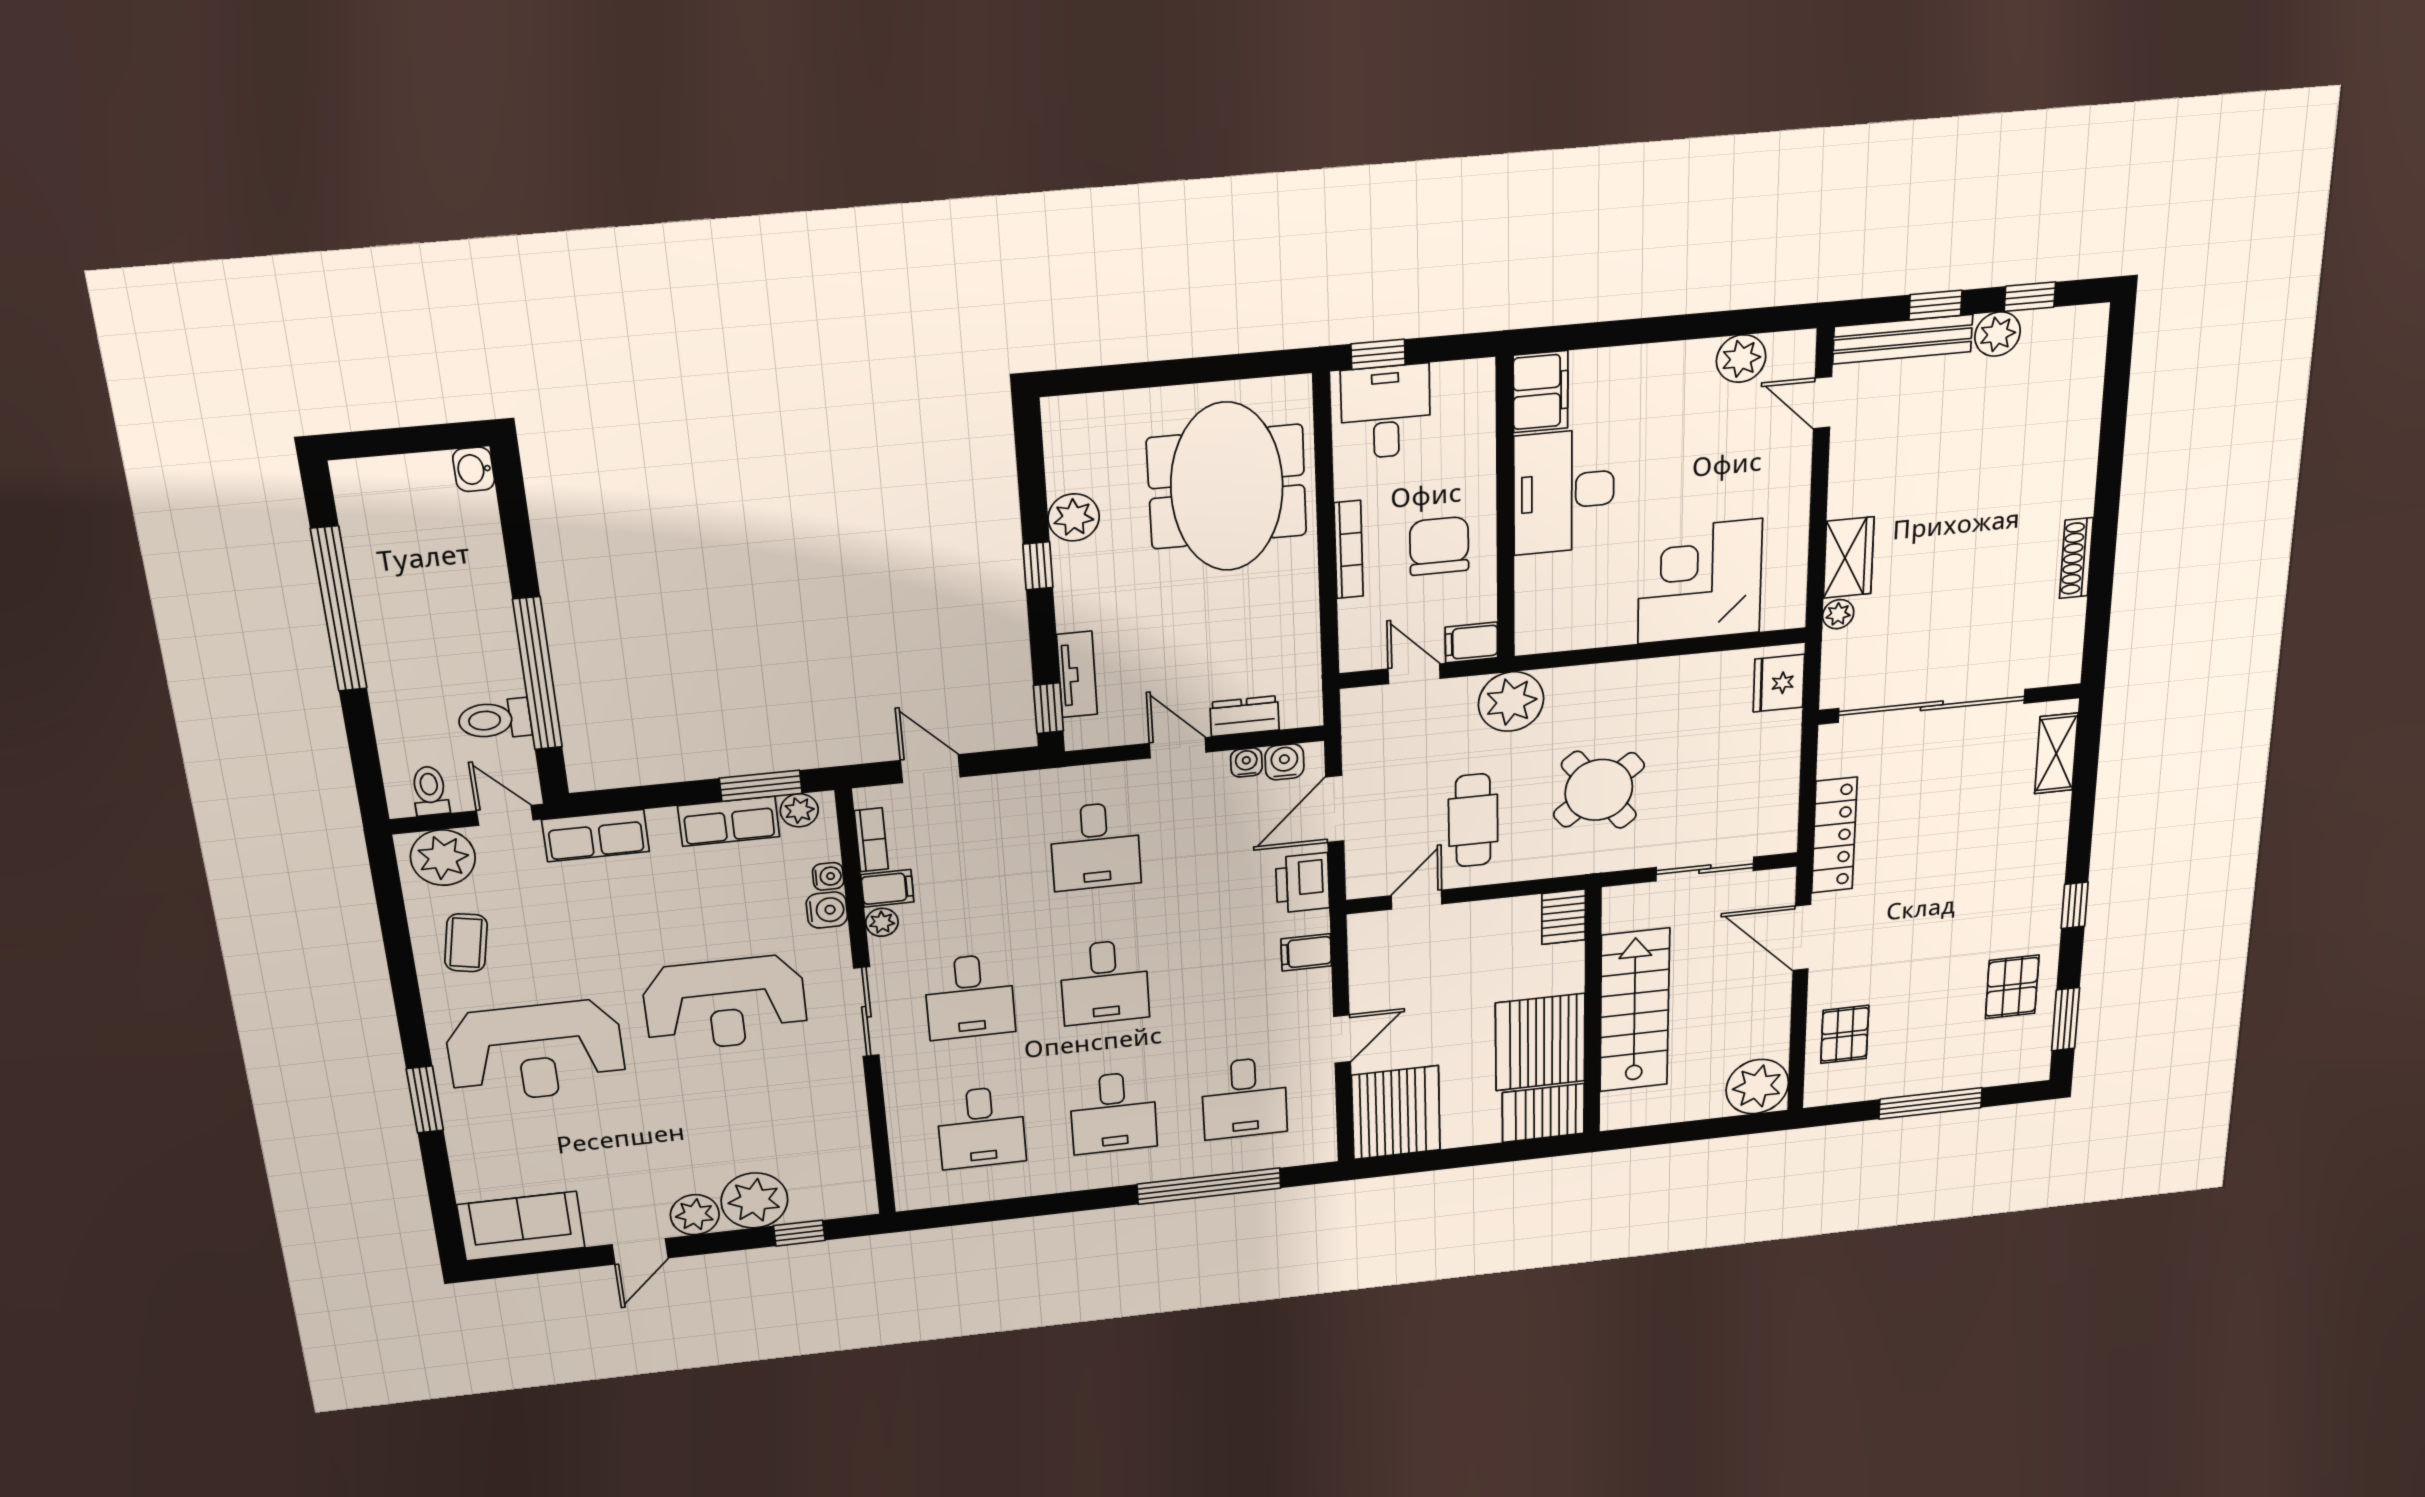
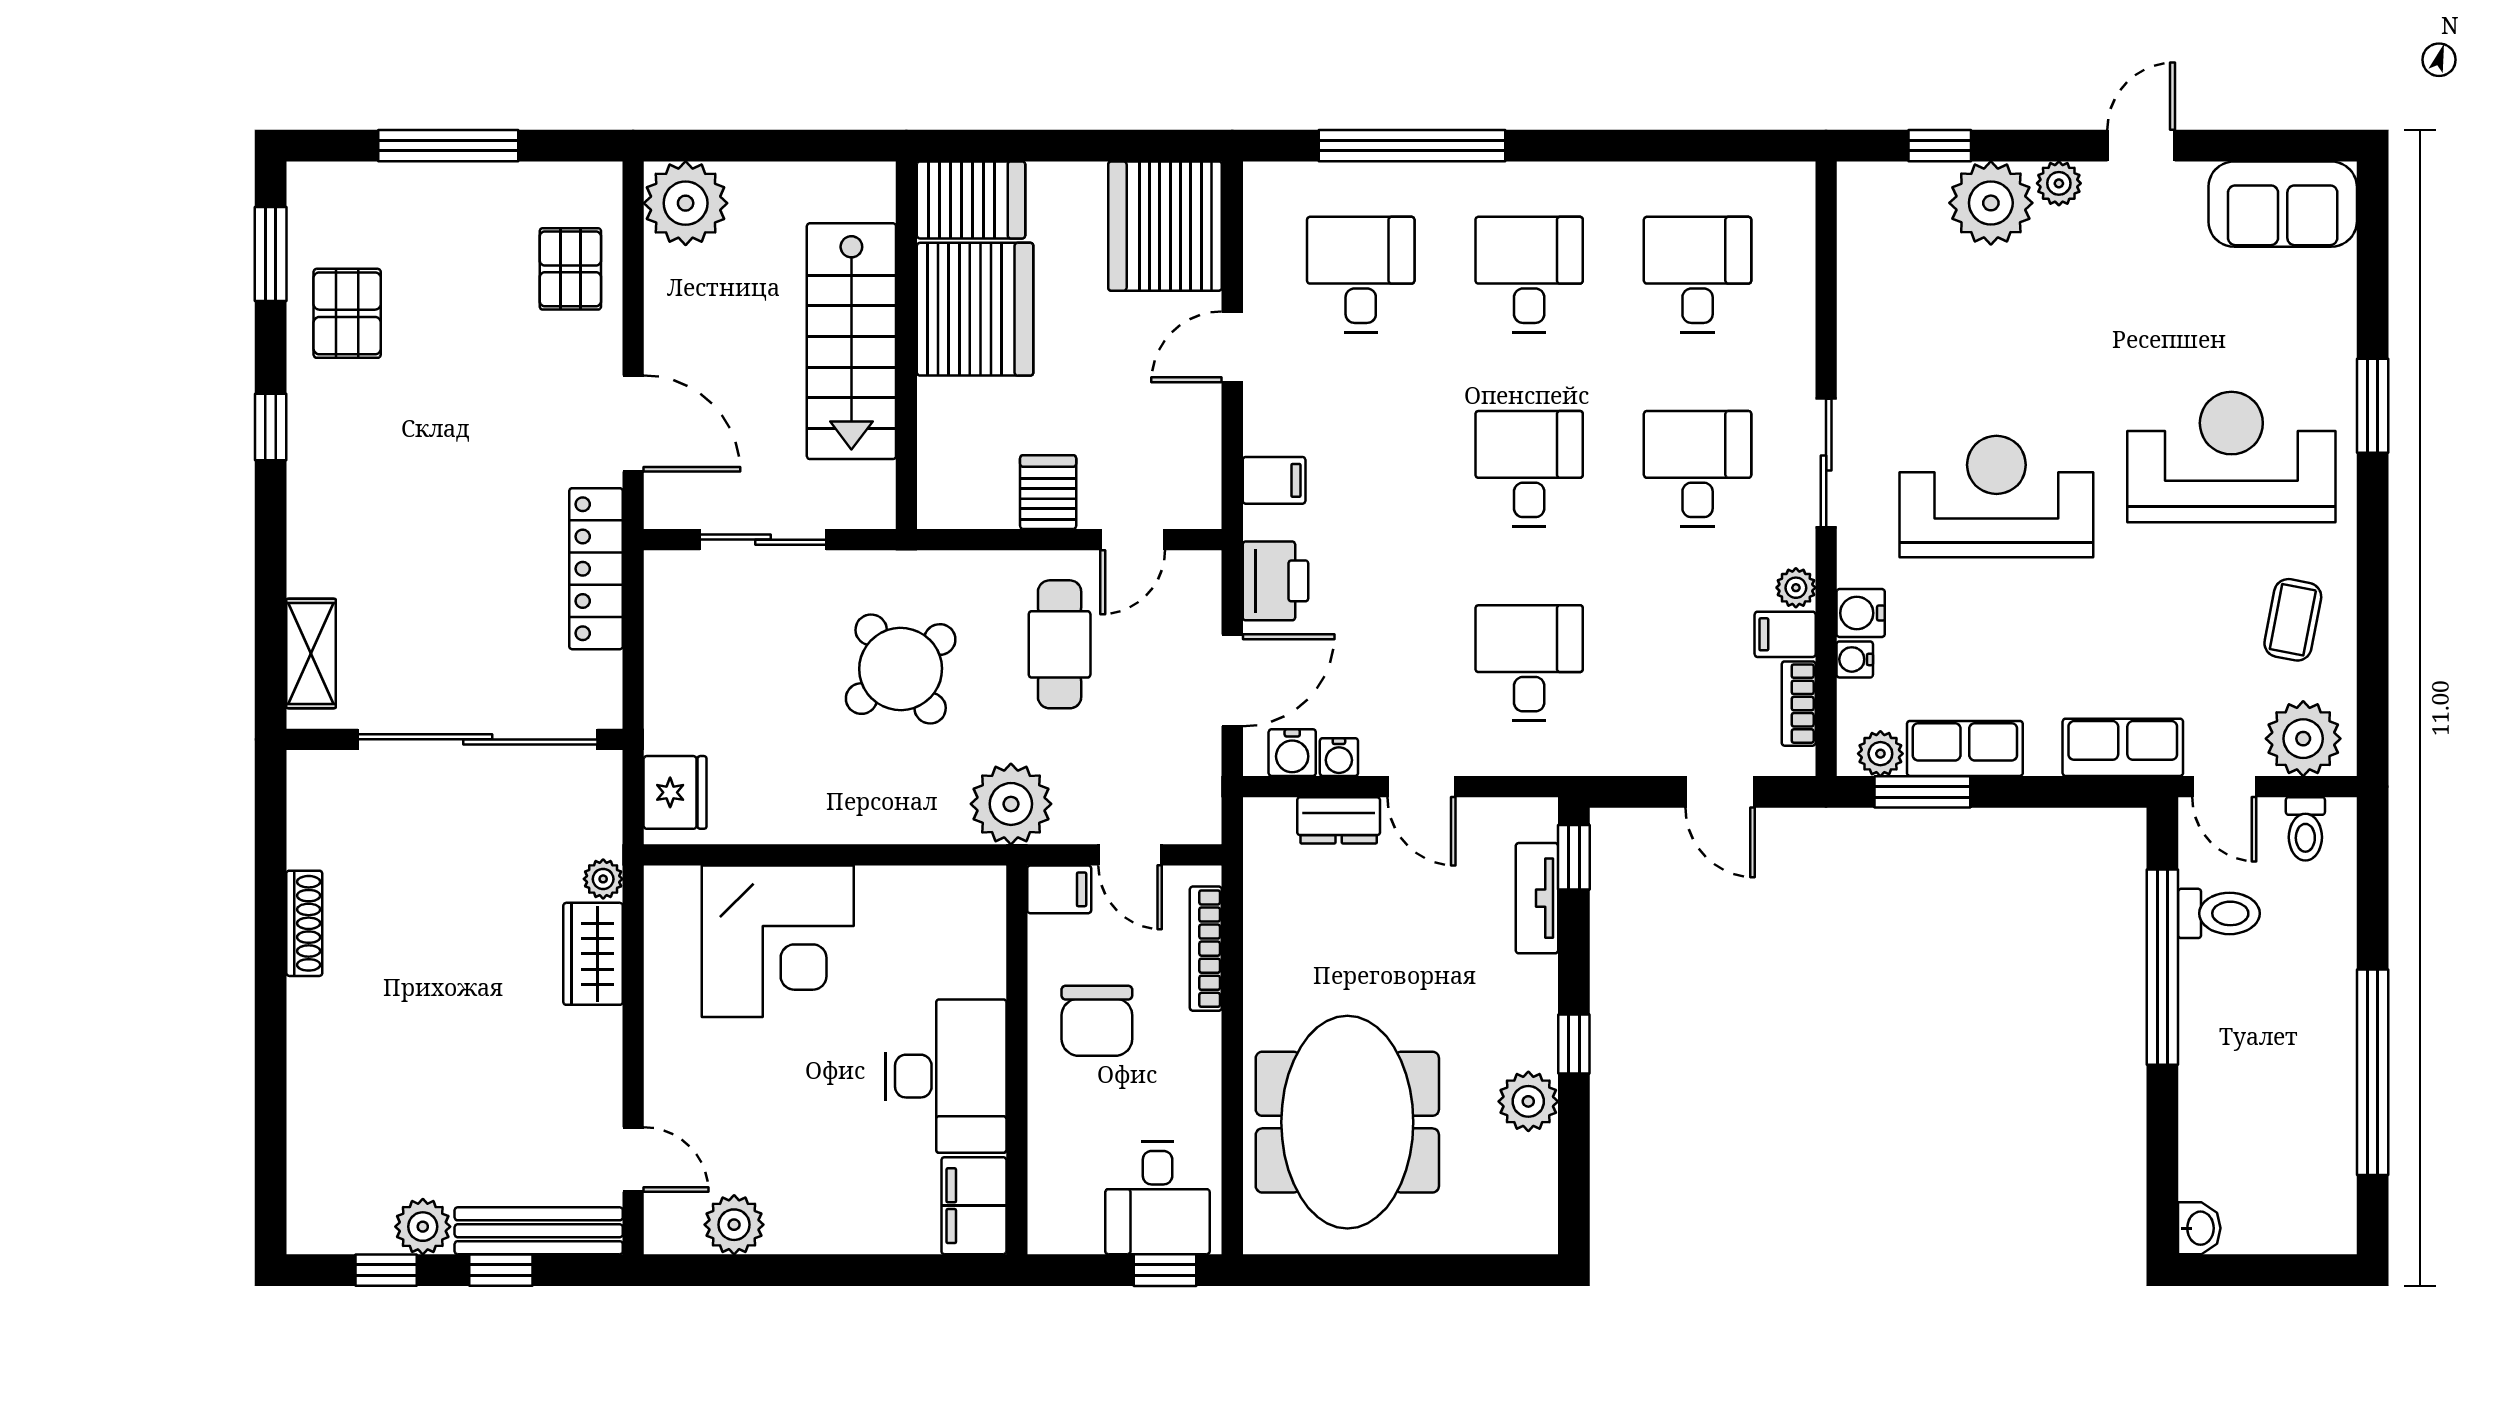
bookcase: (1349, 550) -> (1206, 949), moved
server rack: (1564, 917) -> (1048, 492), moved
plant: (695, 1215) -> (2059, 183), width x0.73, depth x0.73

